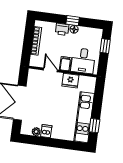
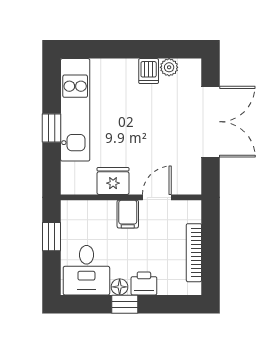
window: (105, 46) -> (52, 237), moved
desk: (83, 61) -> (86, 270), moved, turned 180
door: (50, 70) -> (157, 197), swing flipped
window: (94, 126) -> (52, 128), moved

